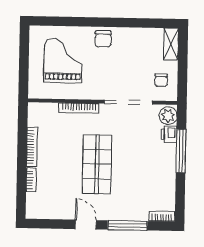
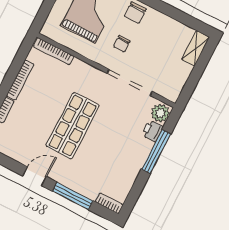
chair: (161, 80) -> (122, 44), moved
bookcase: (79, 108) -> (54, 51), moved
door: (86, 225) -> (35, 176), hinge flipped

